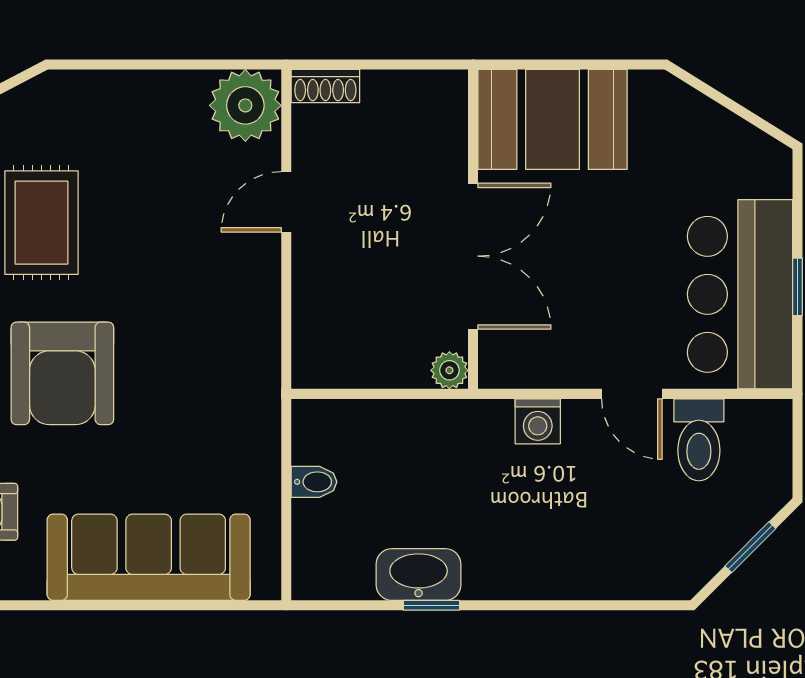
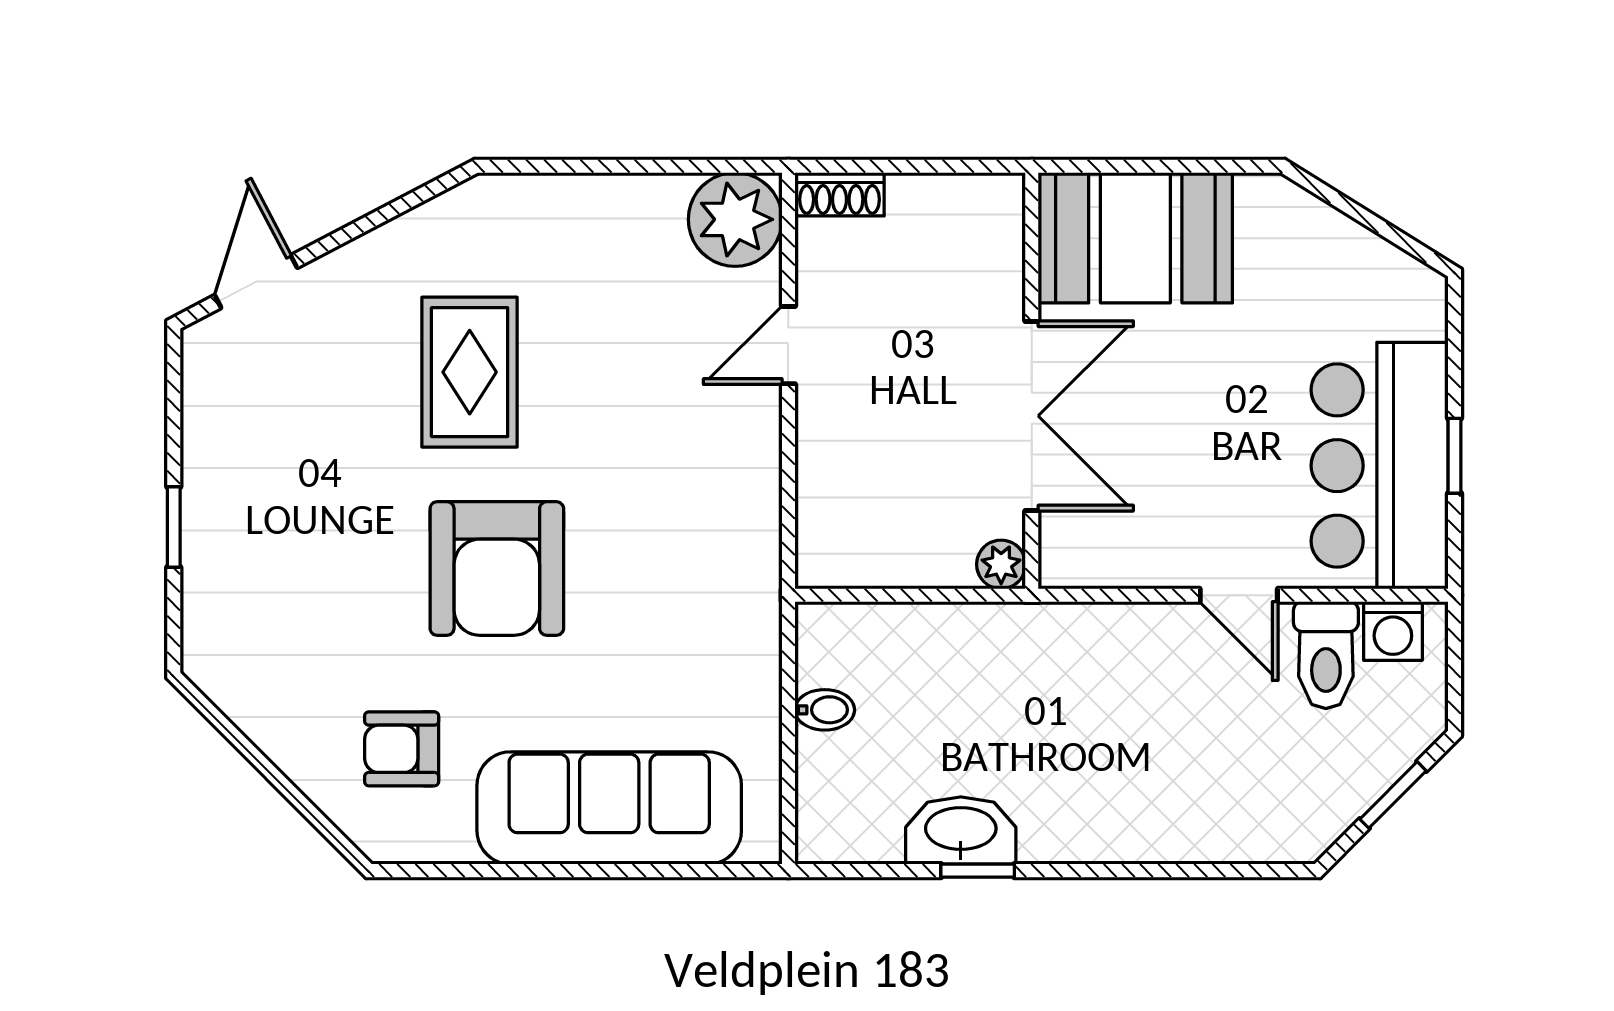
washing machine: (538, 421) -> (1393, 631), moved

